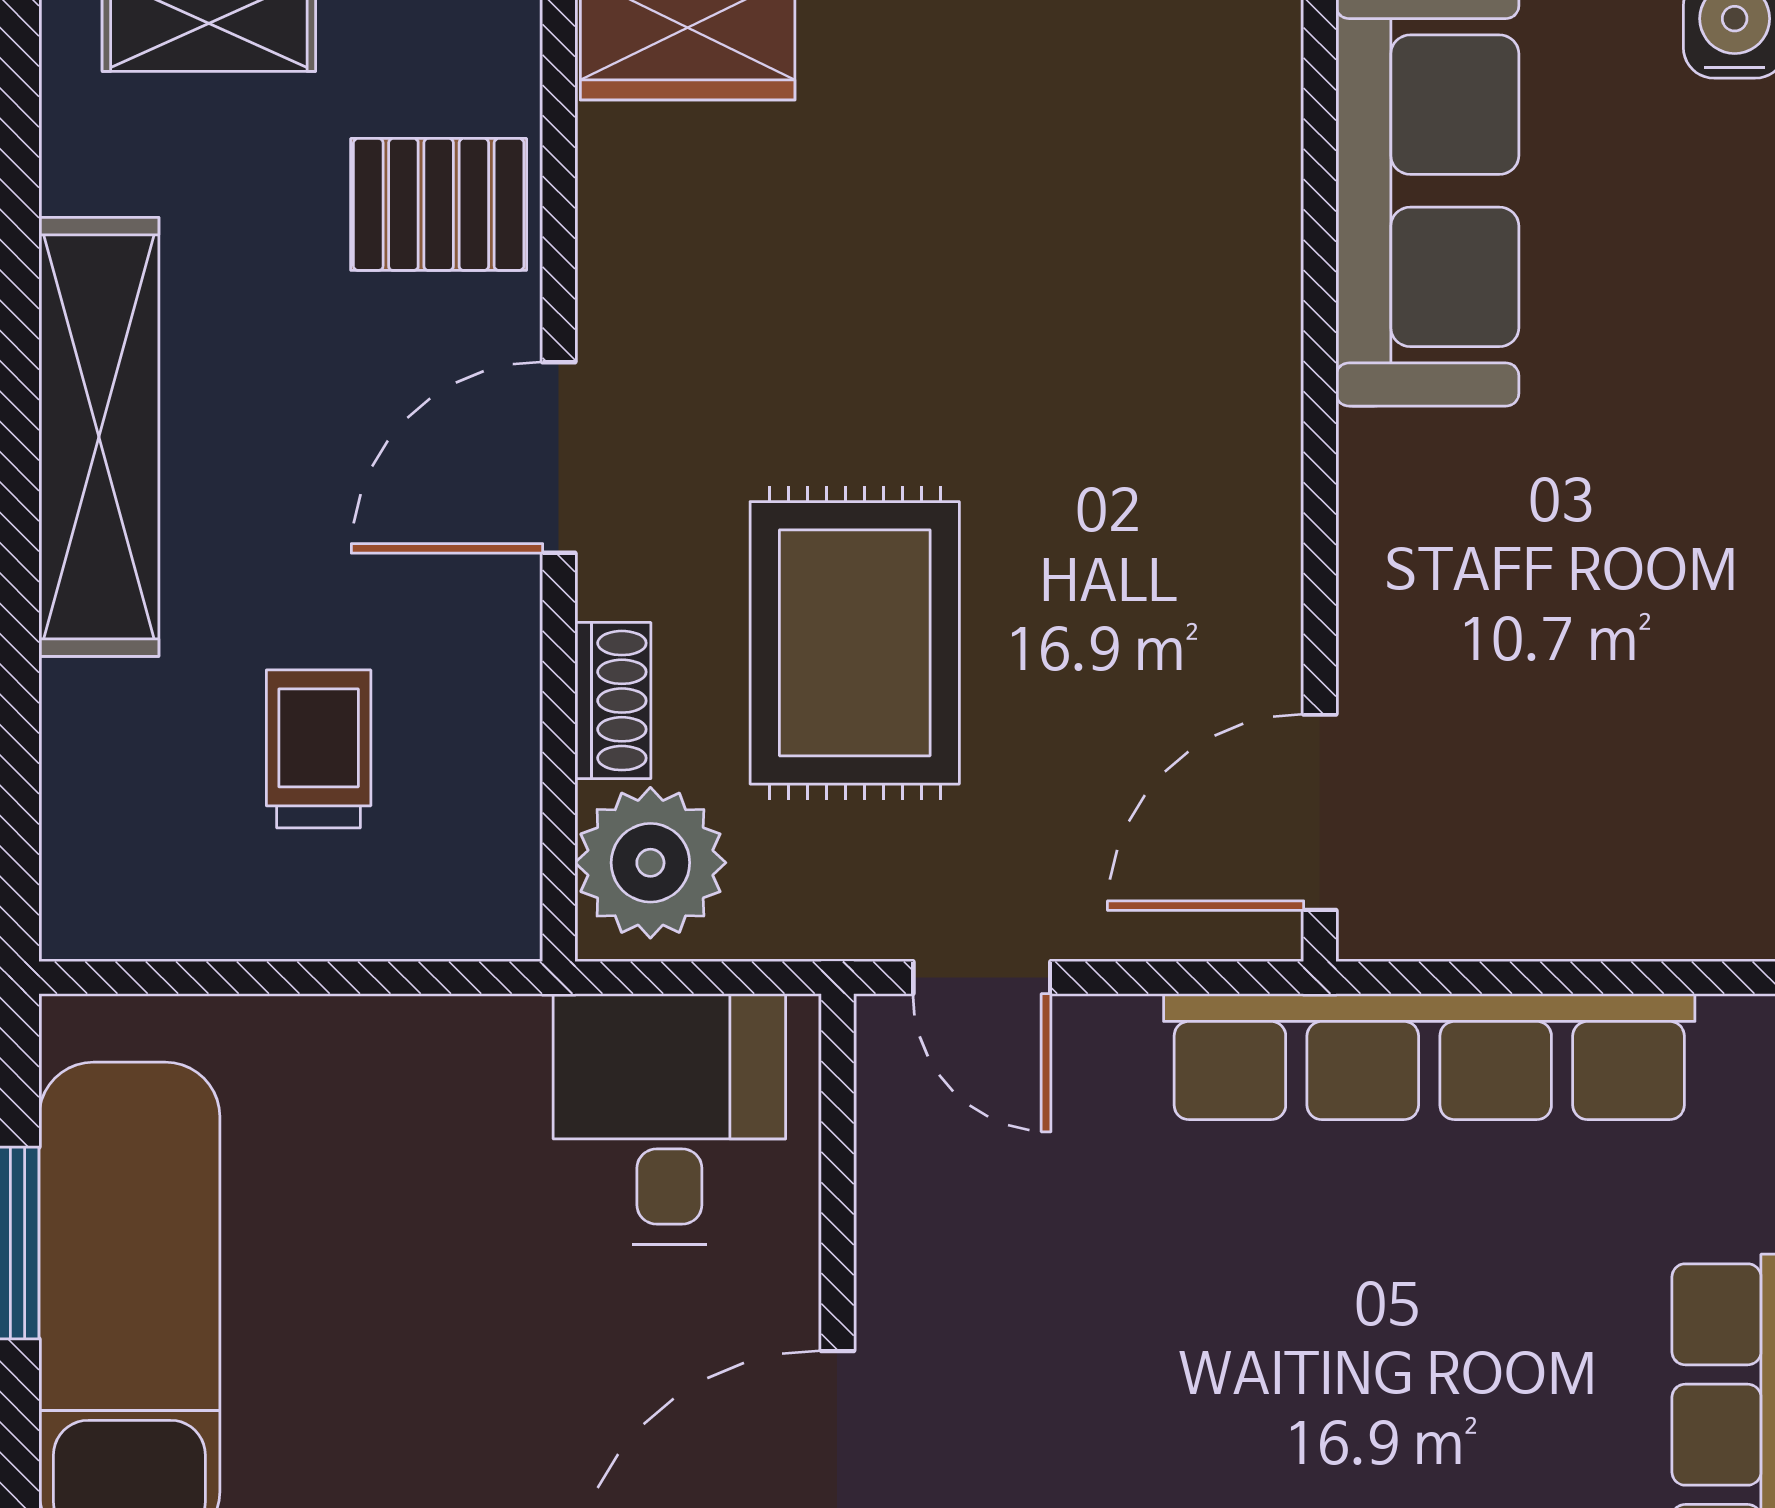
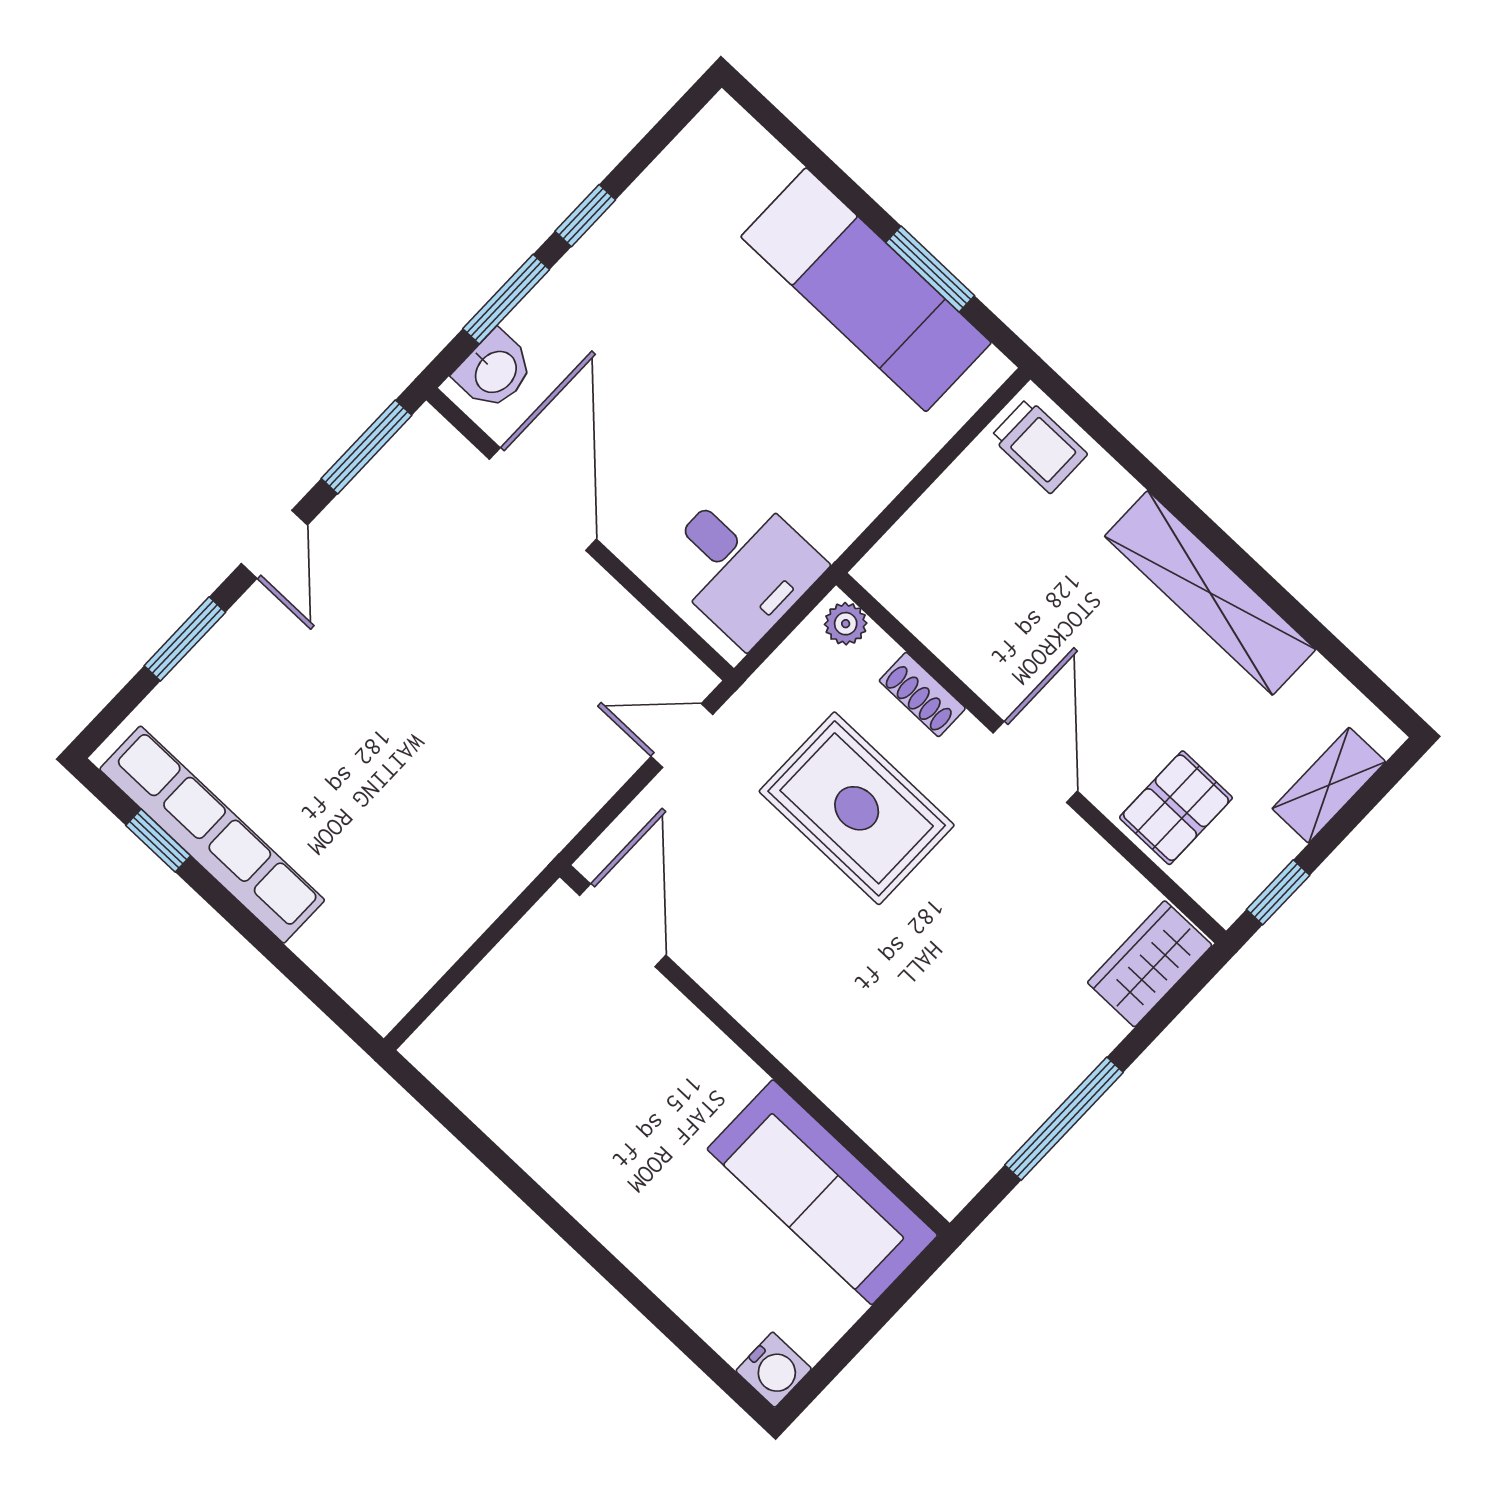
trolley: (319, 749) -> (1039, 446), moved
plant: (650, 863) -> (846, 624), width x0.53, depth x0.53
row of seats: (1429, 1057) -> (489, 879), removed

